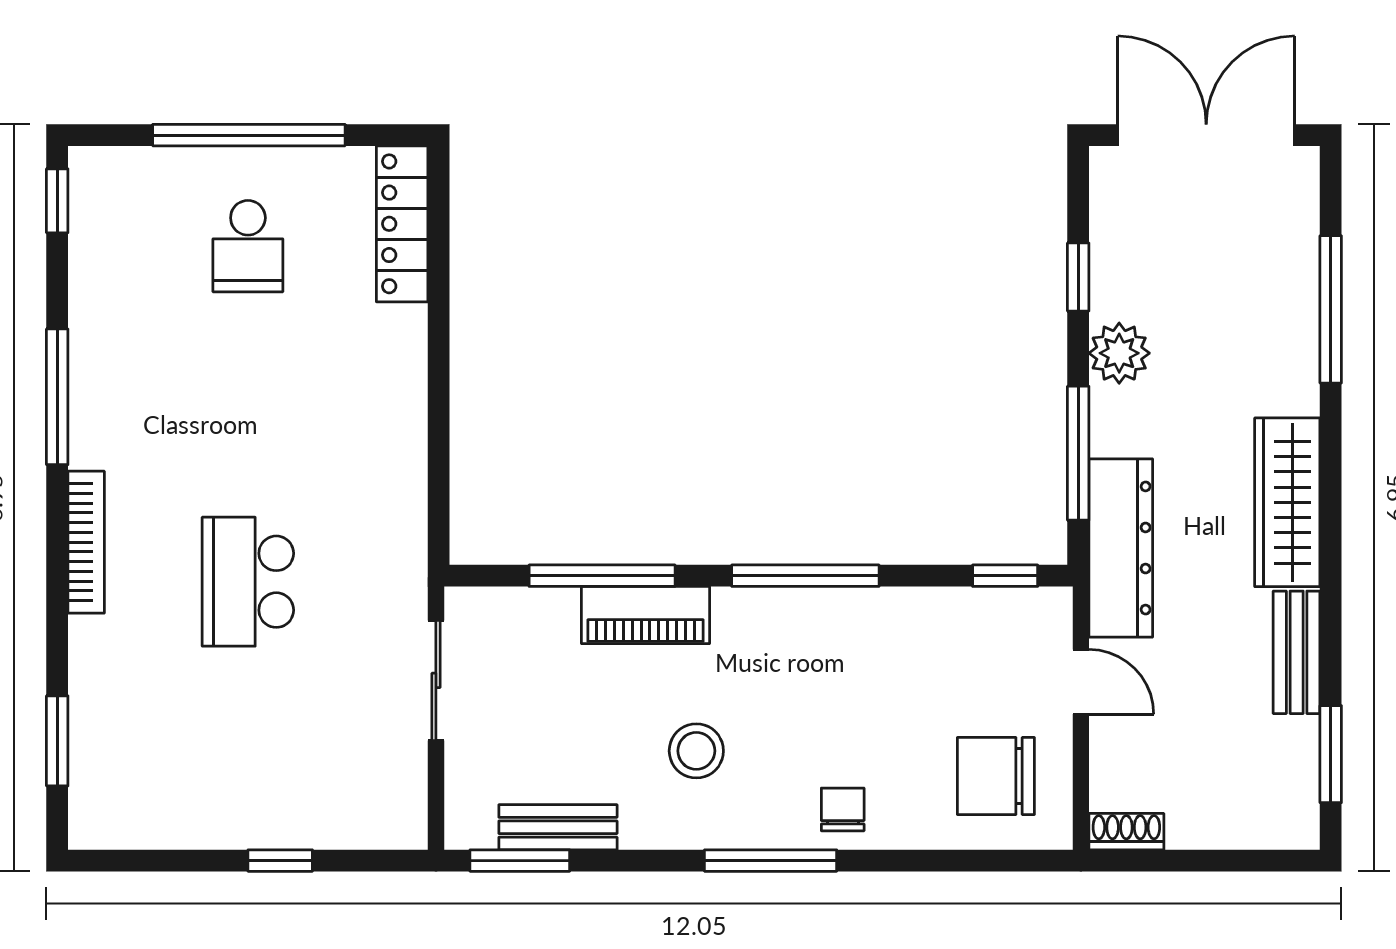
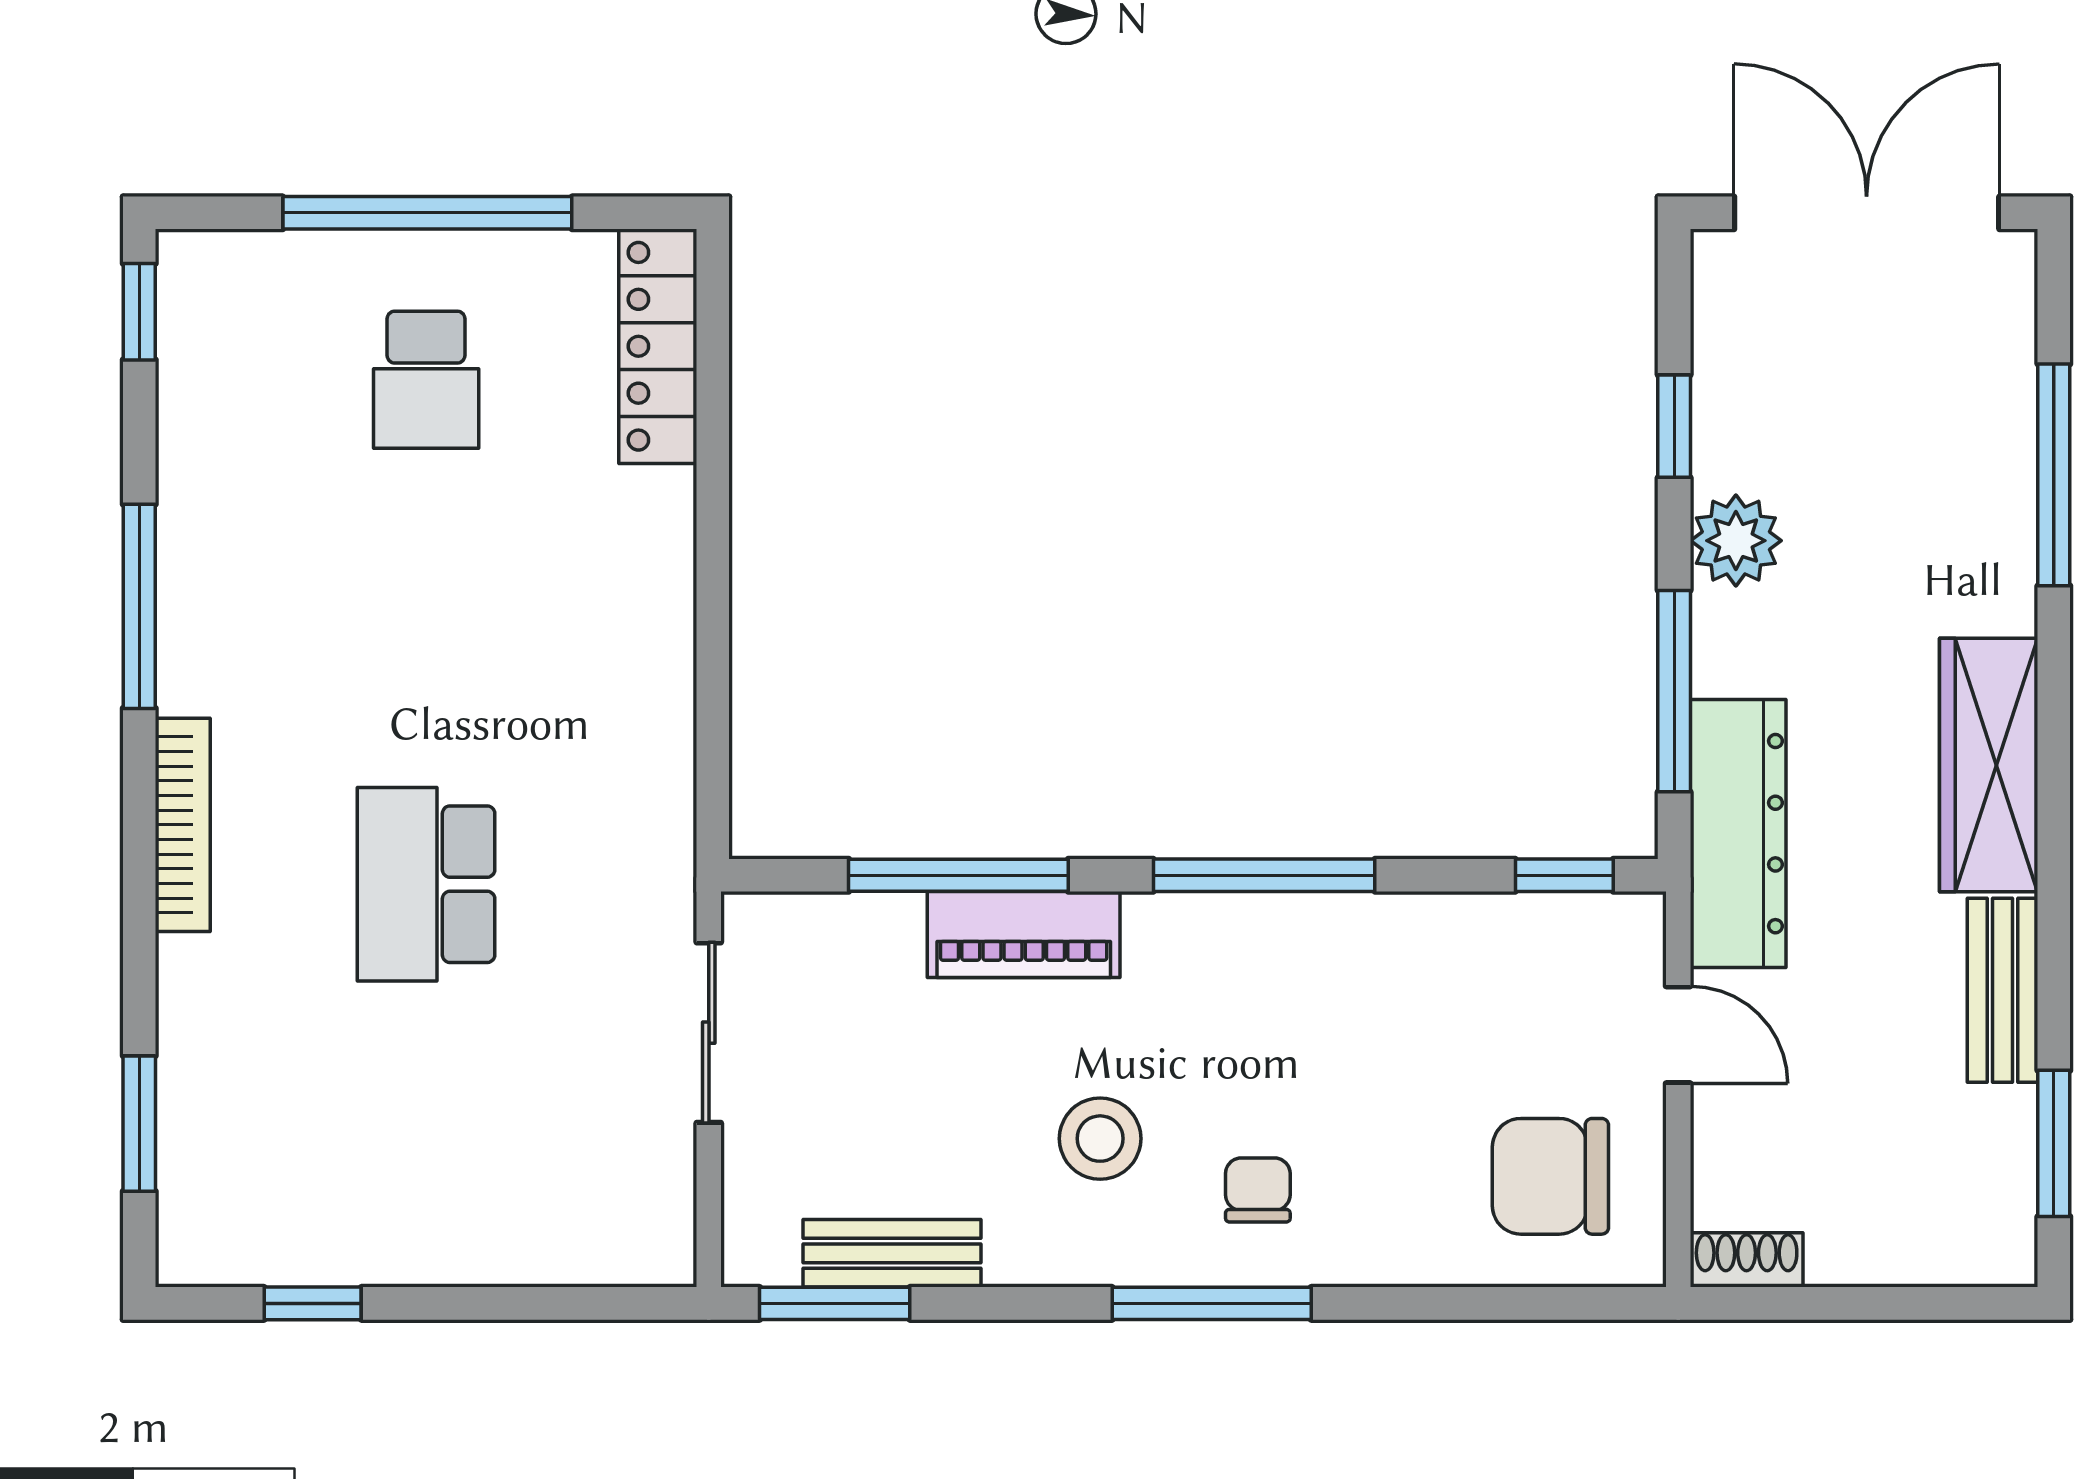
chair: (843, 809) -> (1258, 1190), moved
window: (280, 861) -> (313, 1303), moved

